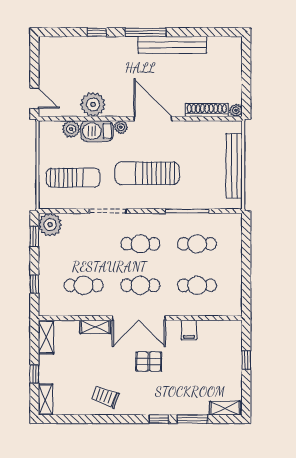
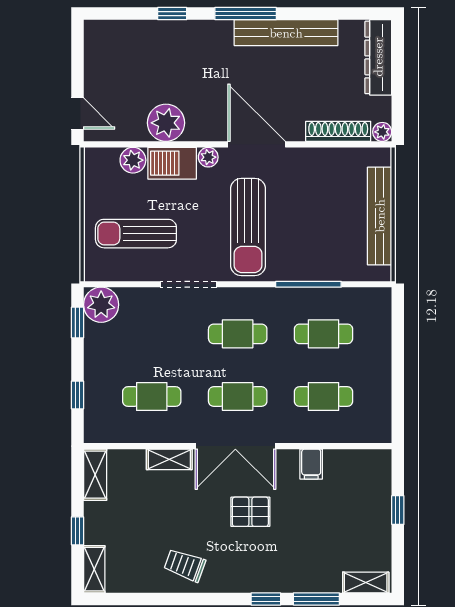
dresser: (233, 61) -> (378, 57), added
sun lounger: (147, 173) -> (248, 227), turned -90
sun lounger: (73, 178) -> (136, 234), turned 180

